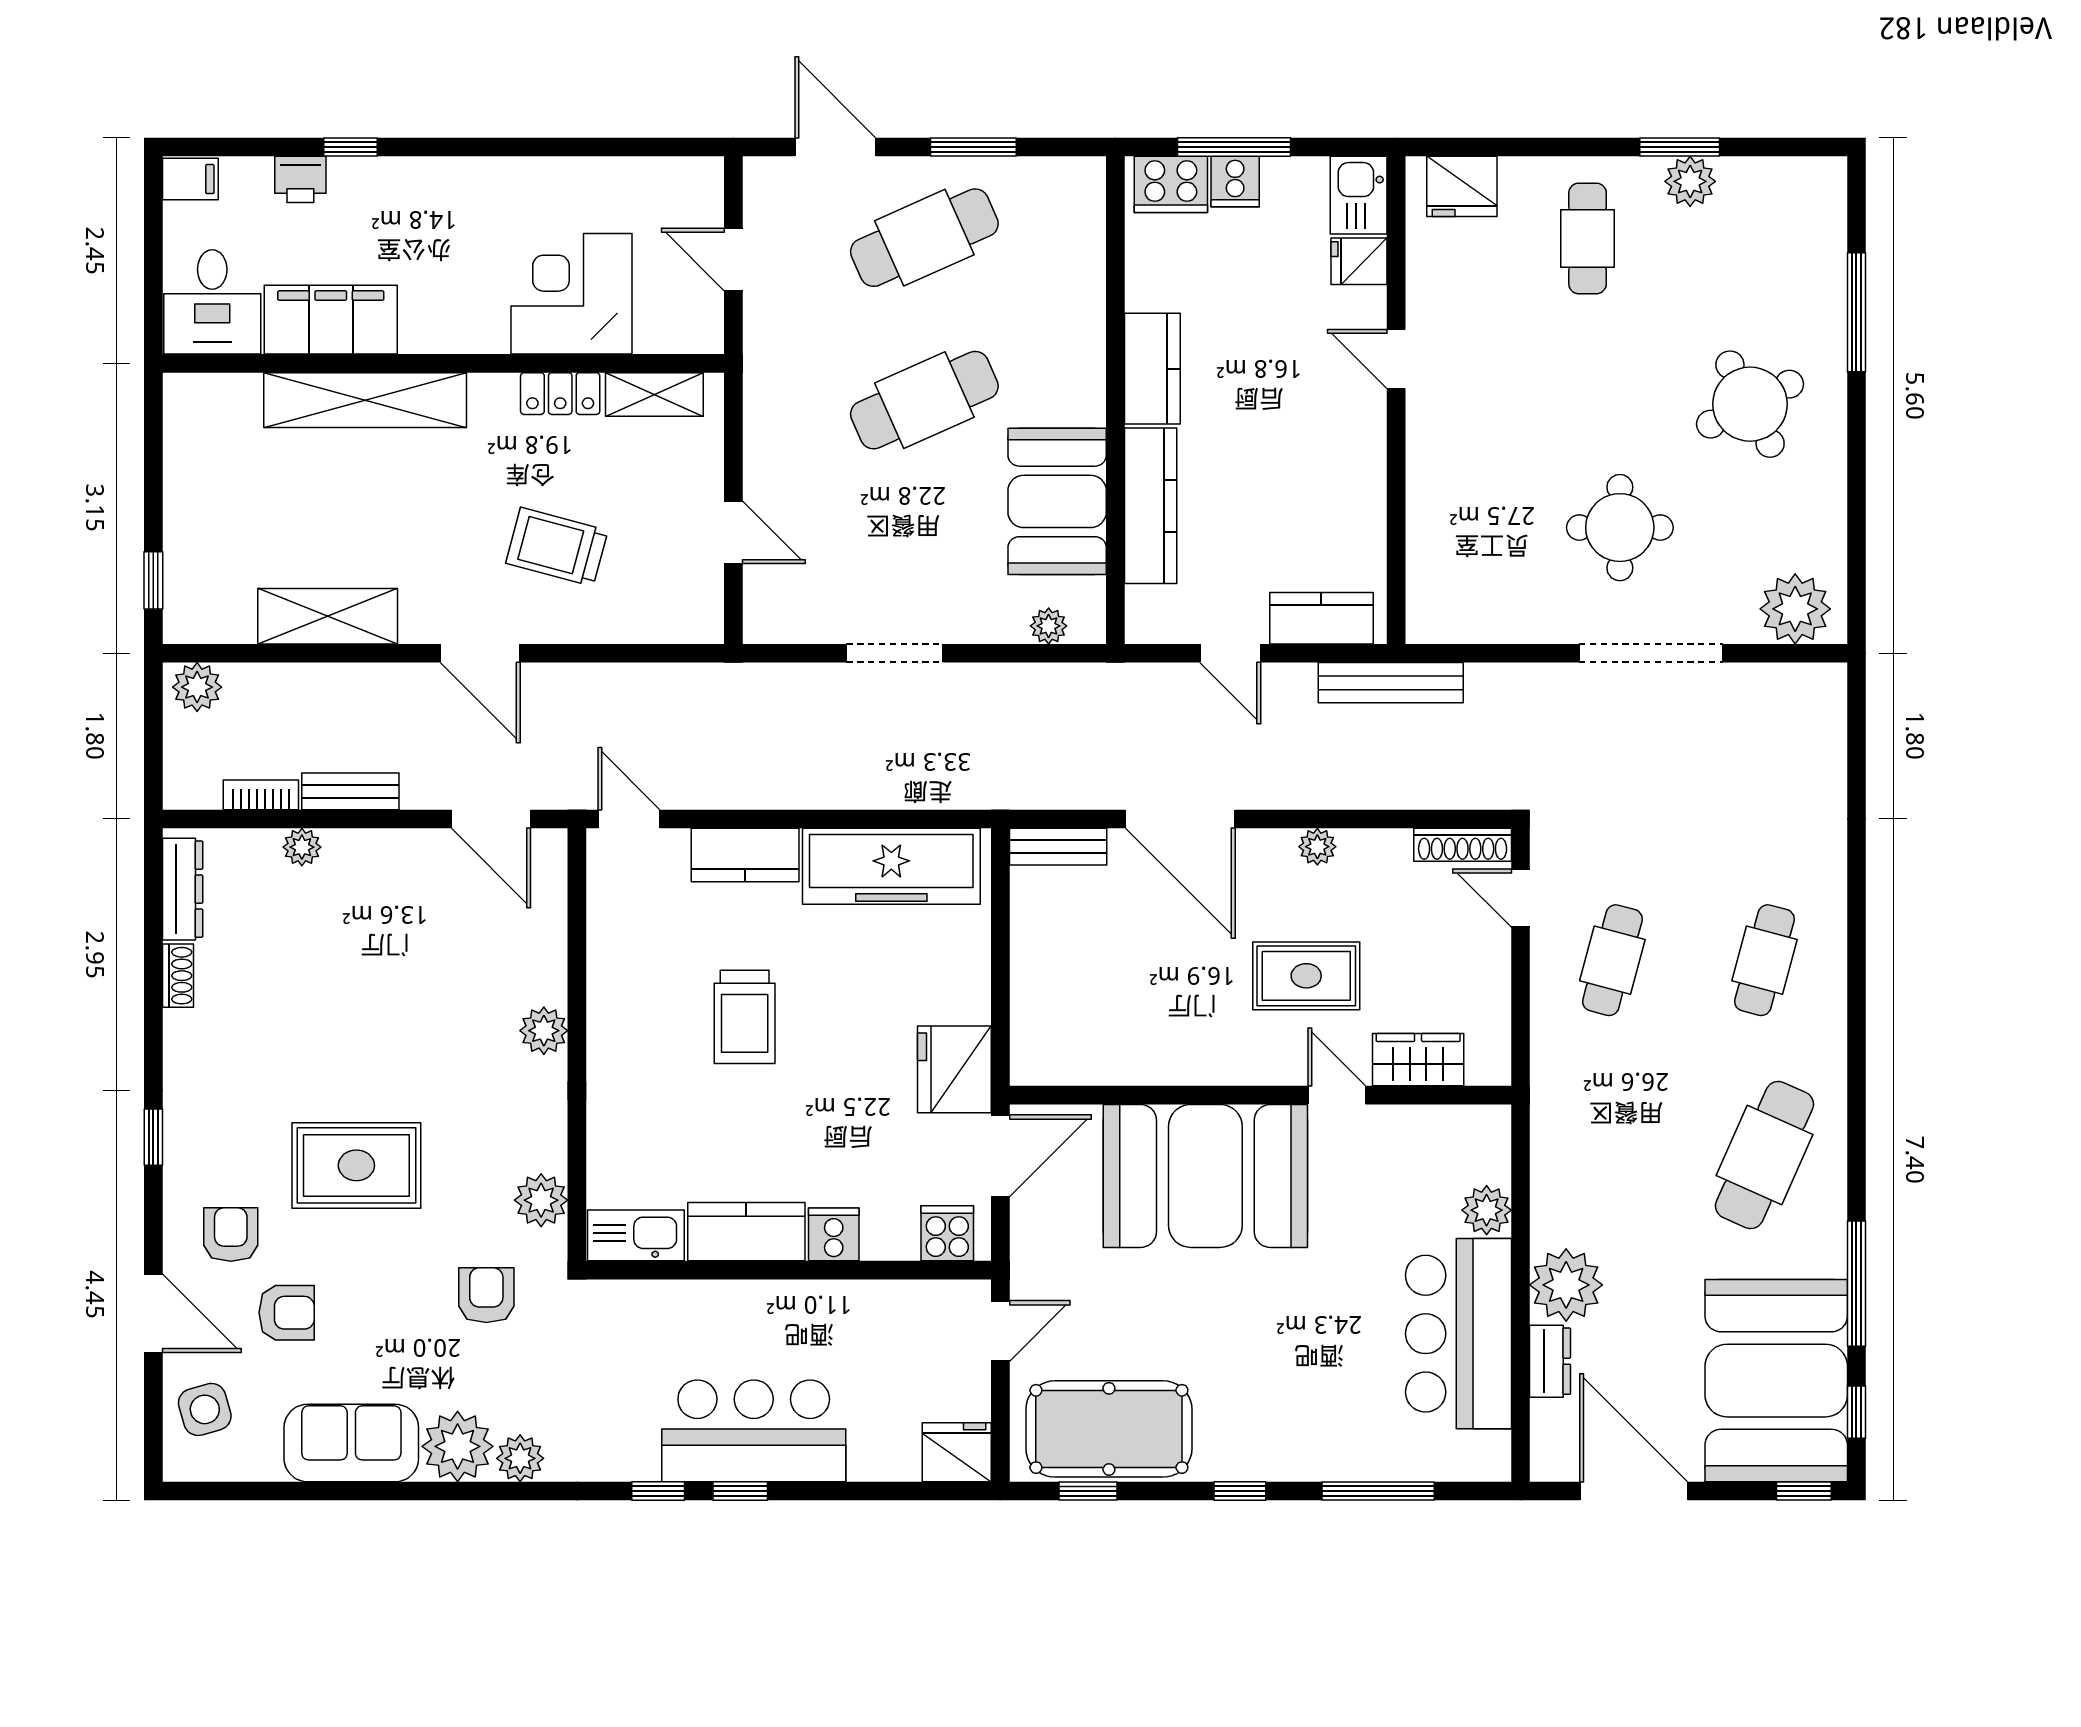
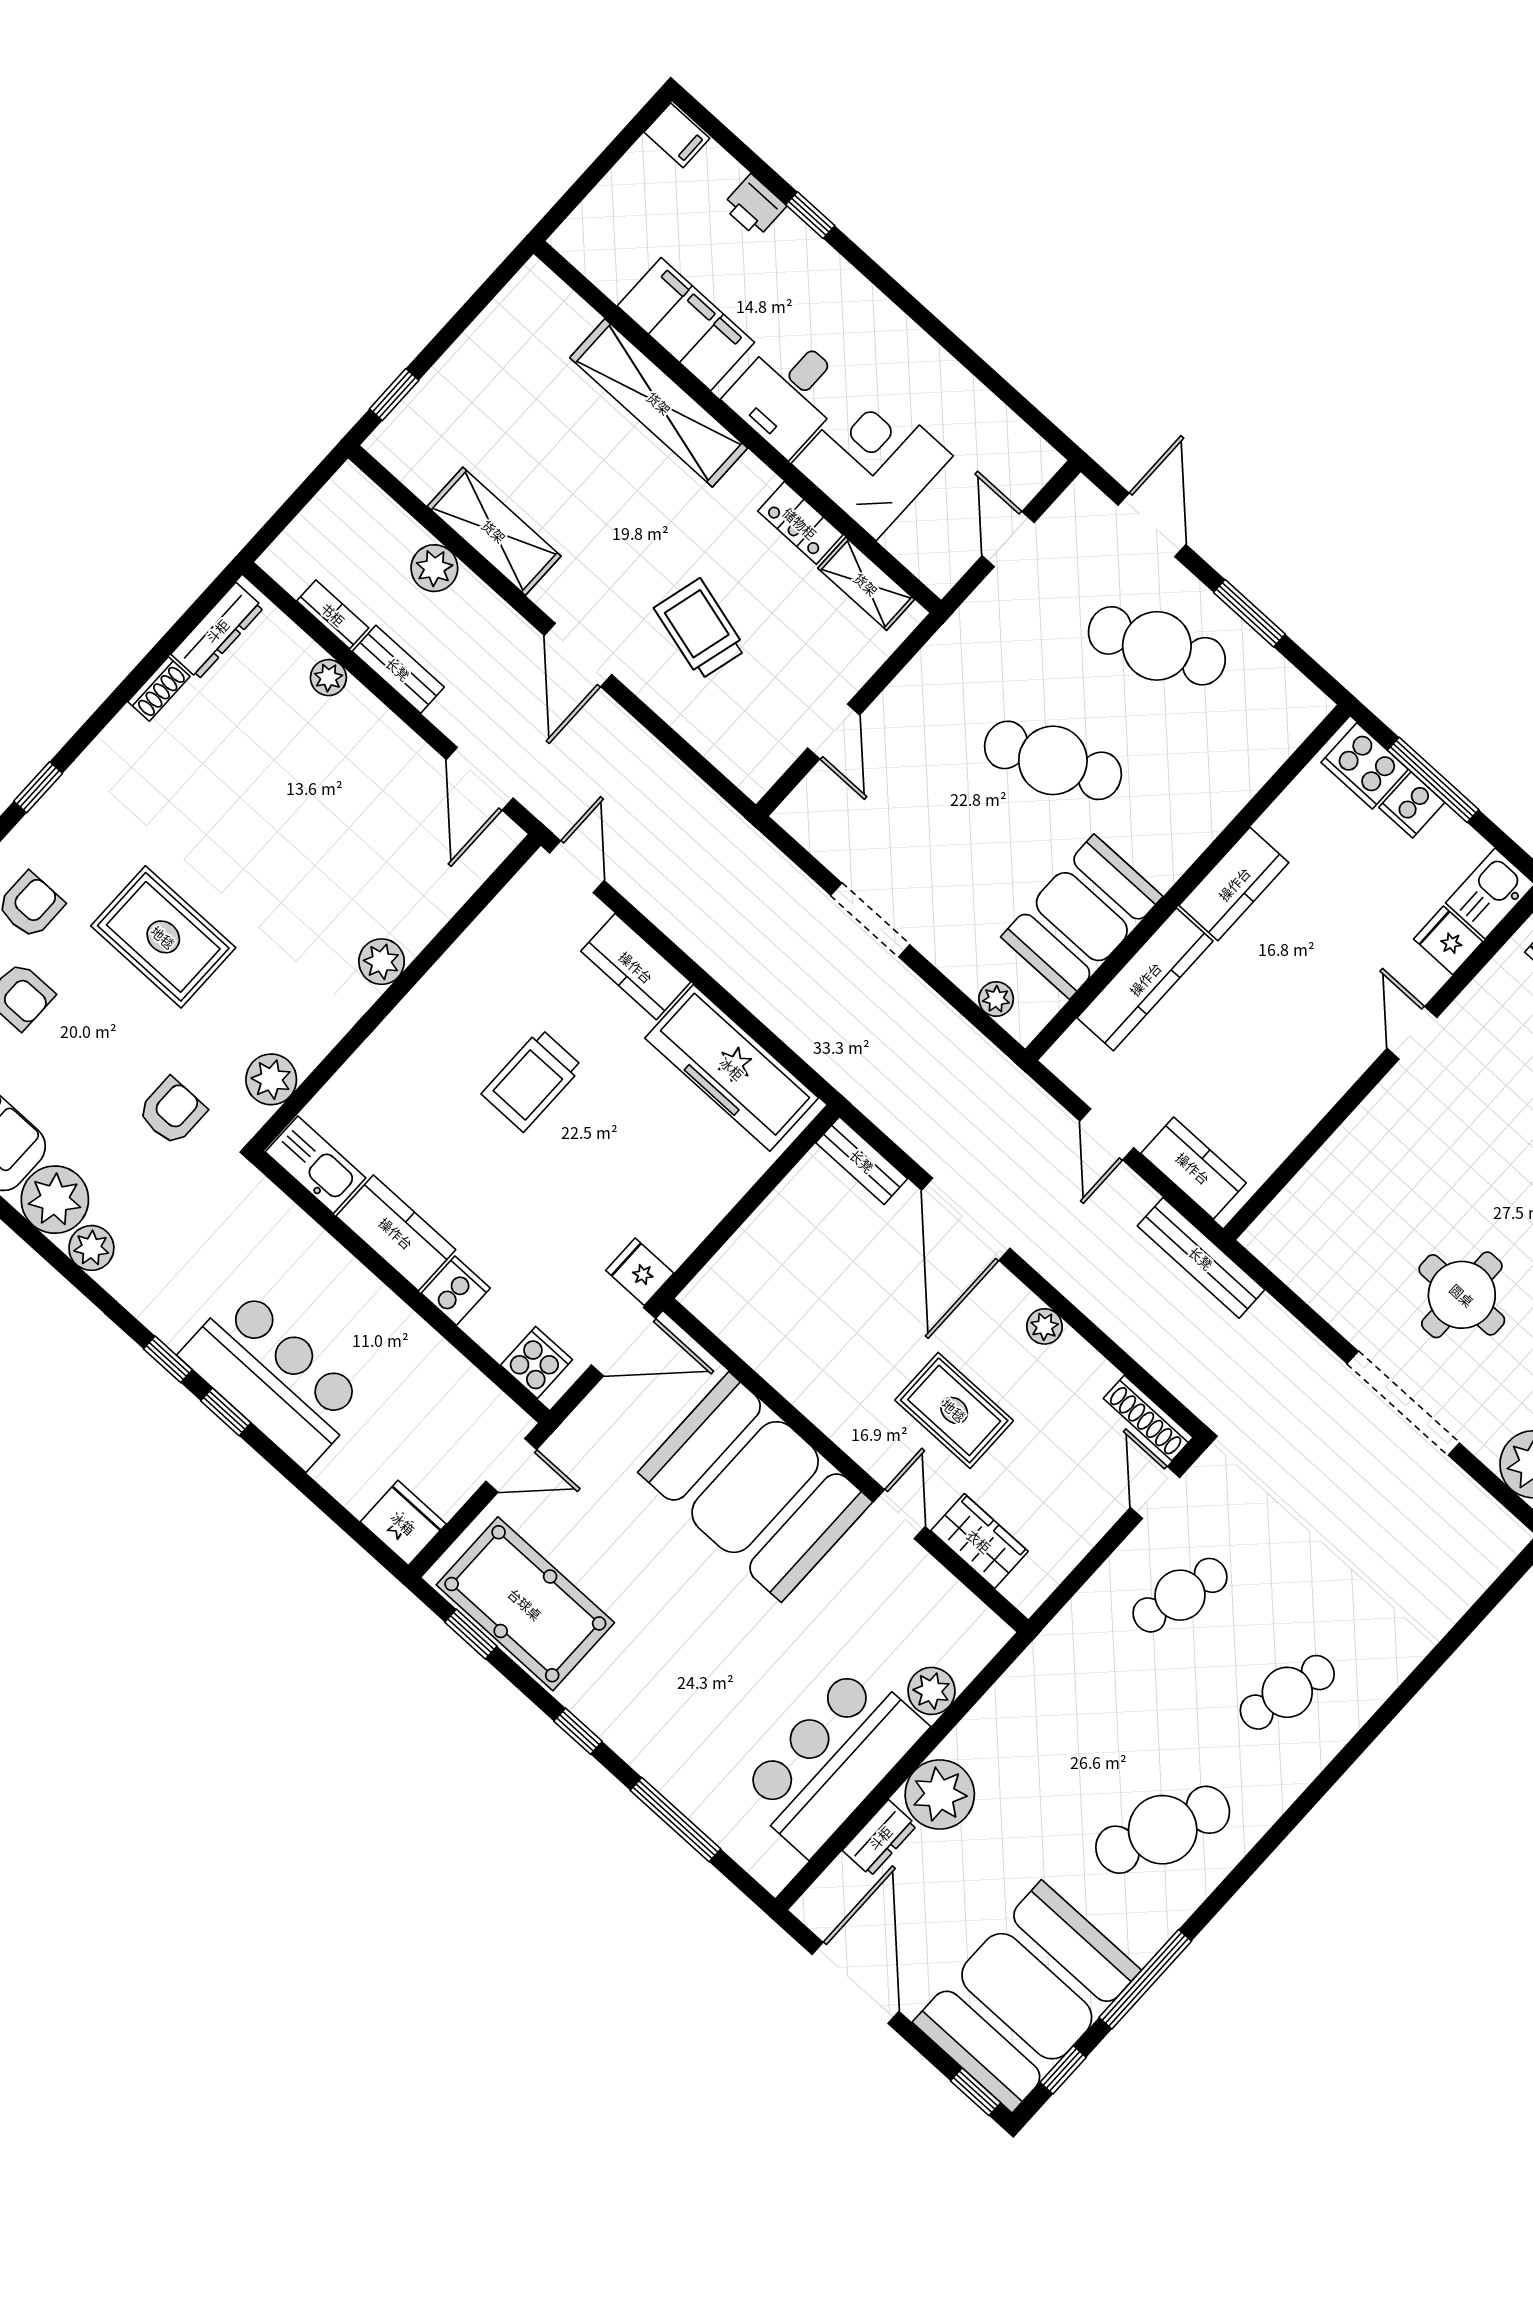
desk: (212, 302) -> (788, 394), moved
plant: (197, 687) -> (434, 568), moved
fridge: (954, 1069) -> (640, 1272), width x0.53, depth x0.75

